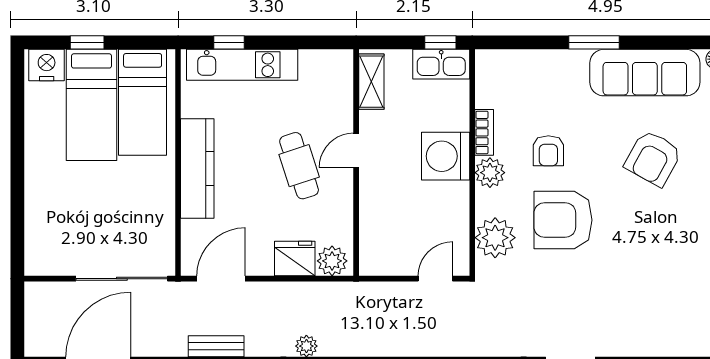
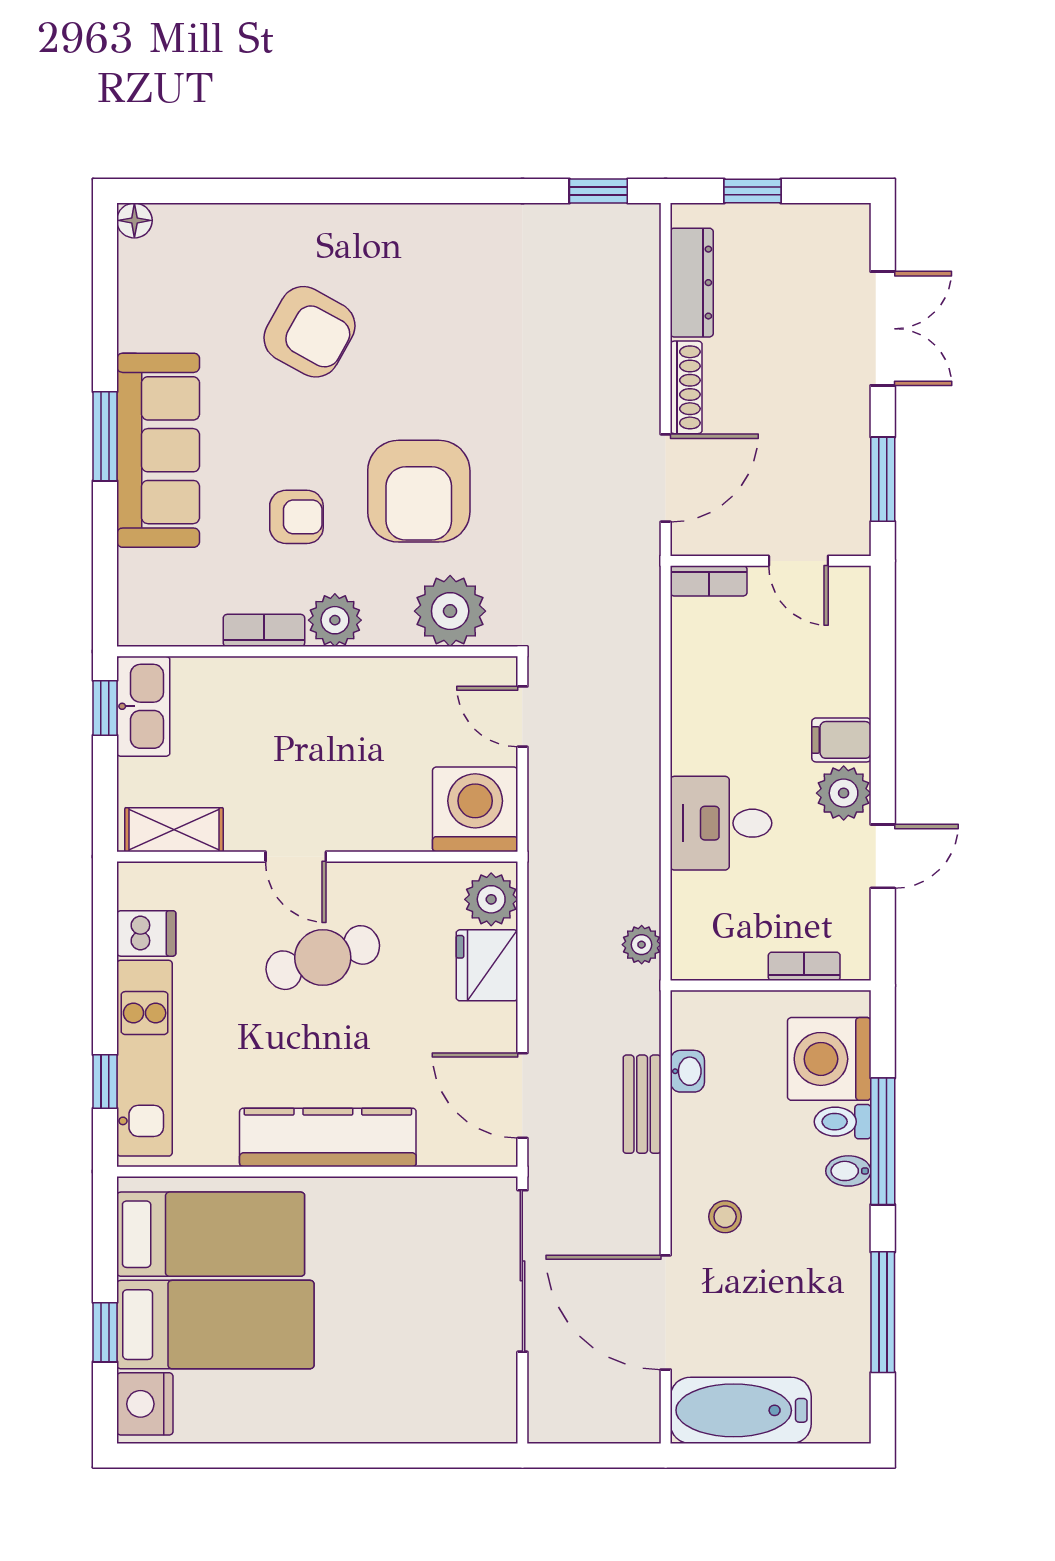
dishwasher: (313, 66) -> (146, 933), added
sofa: (645, 73) -> (158, 450), moved
washing machine: (446, 156) -> (475, 809), moved, turned 180

